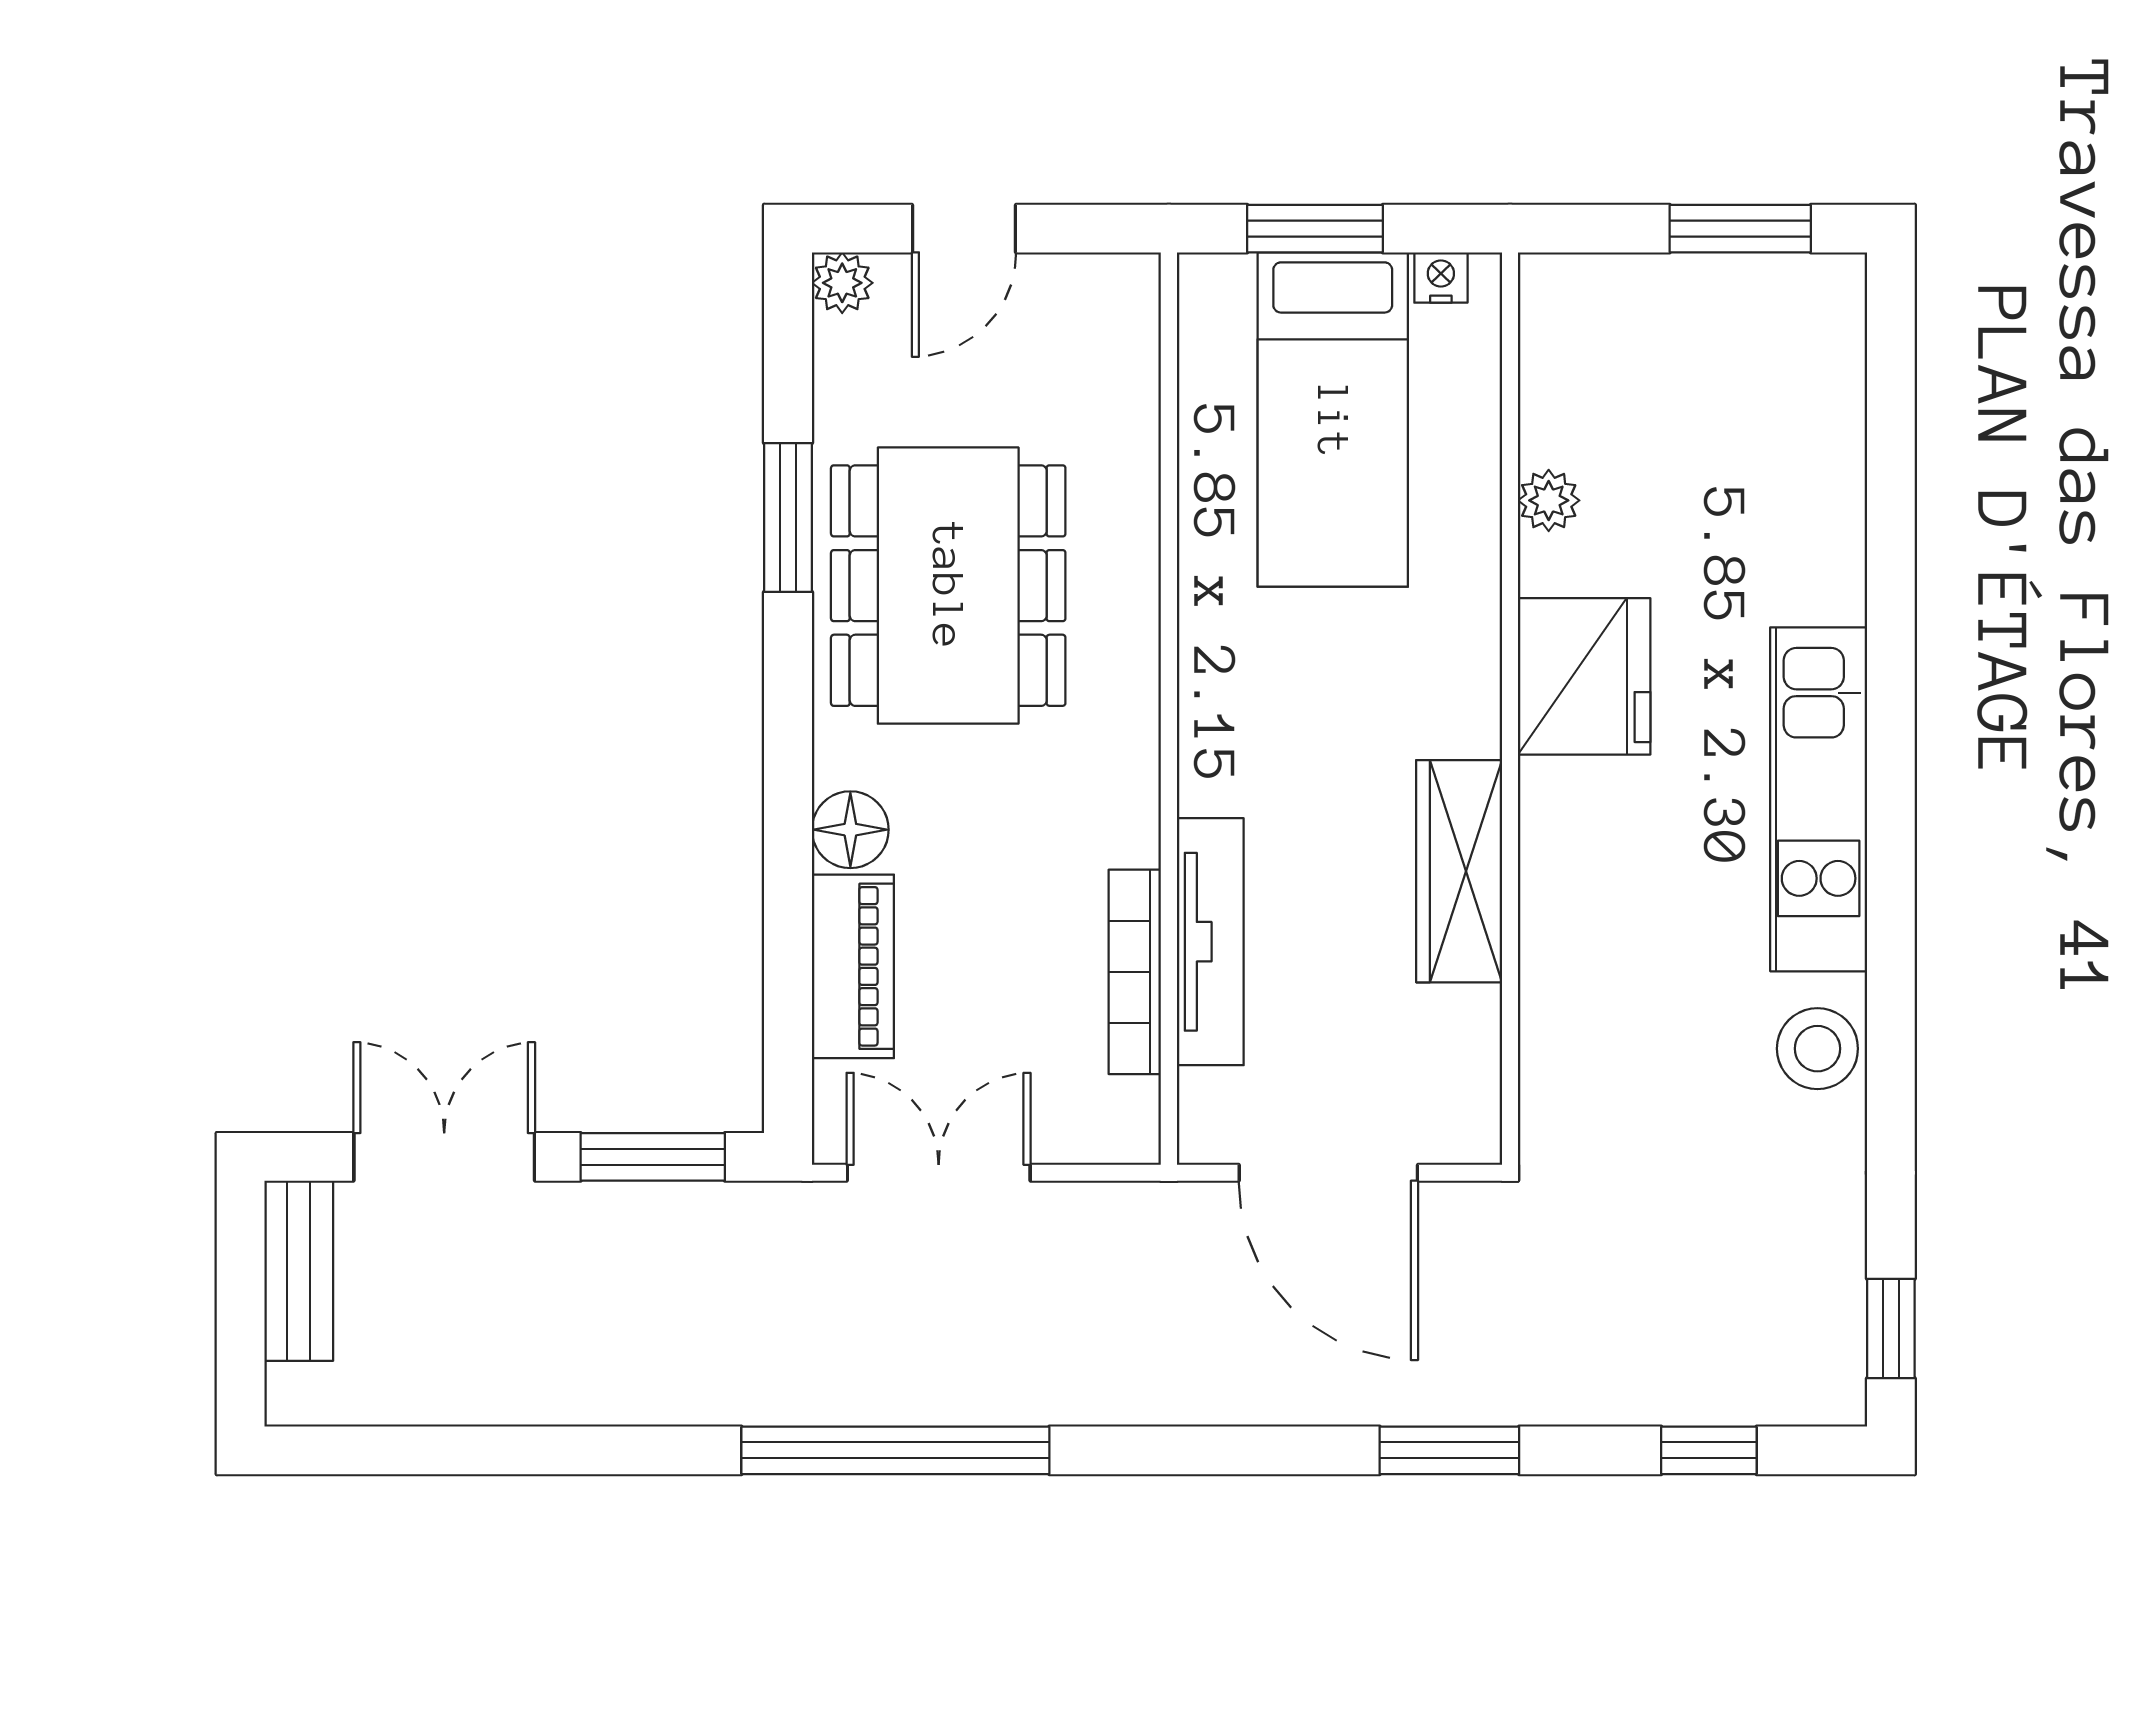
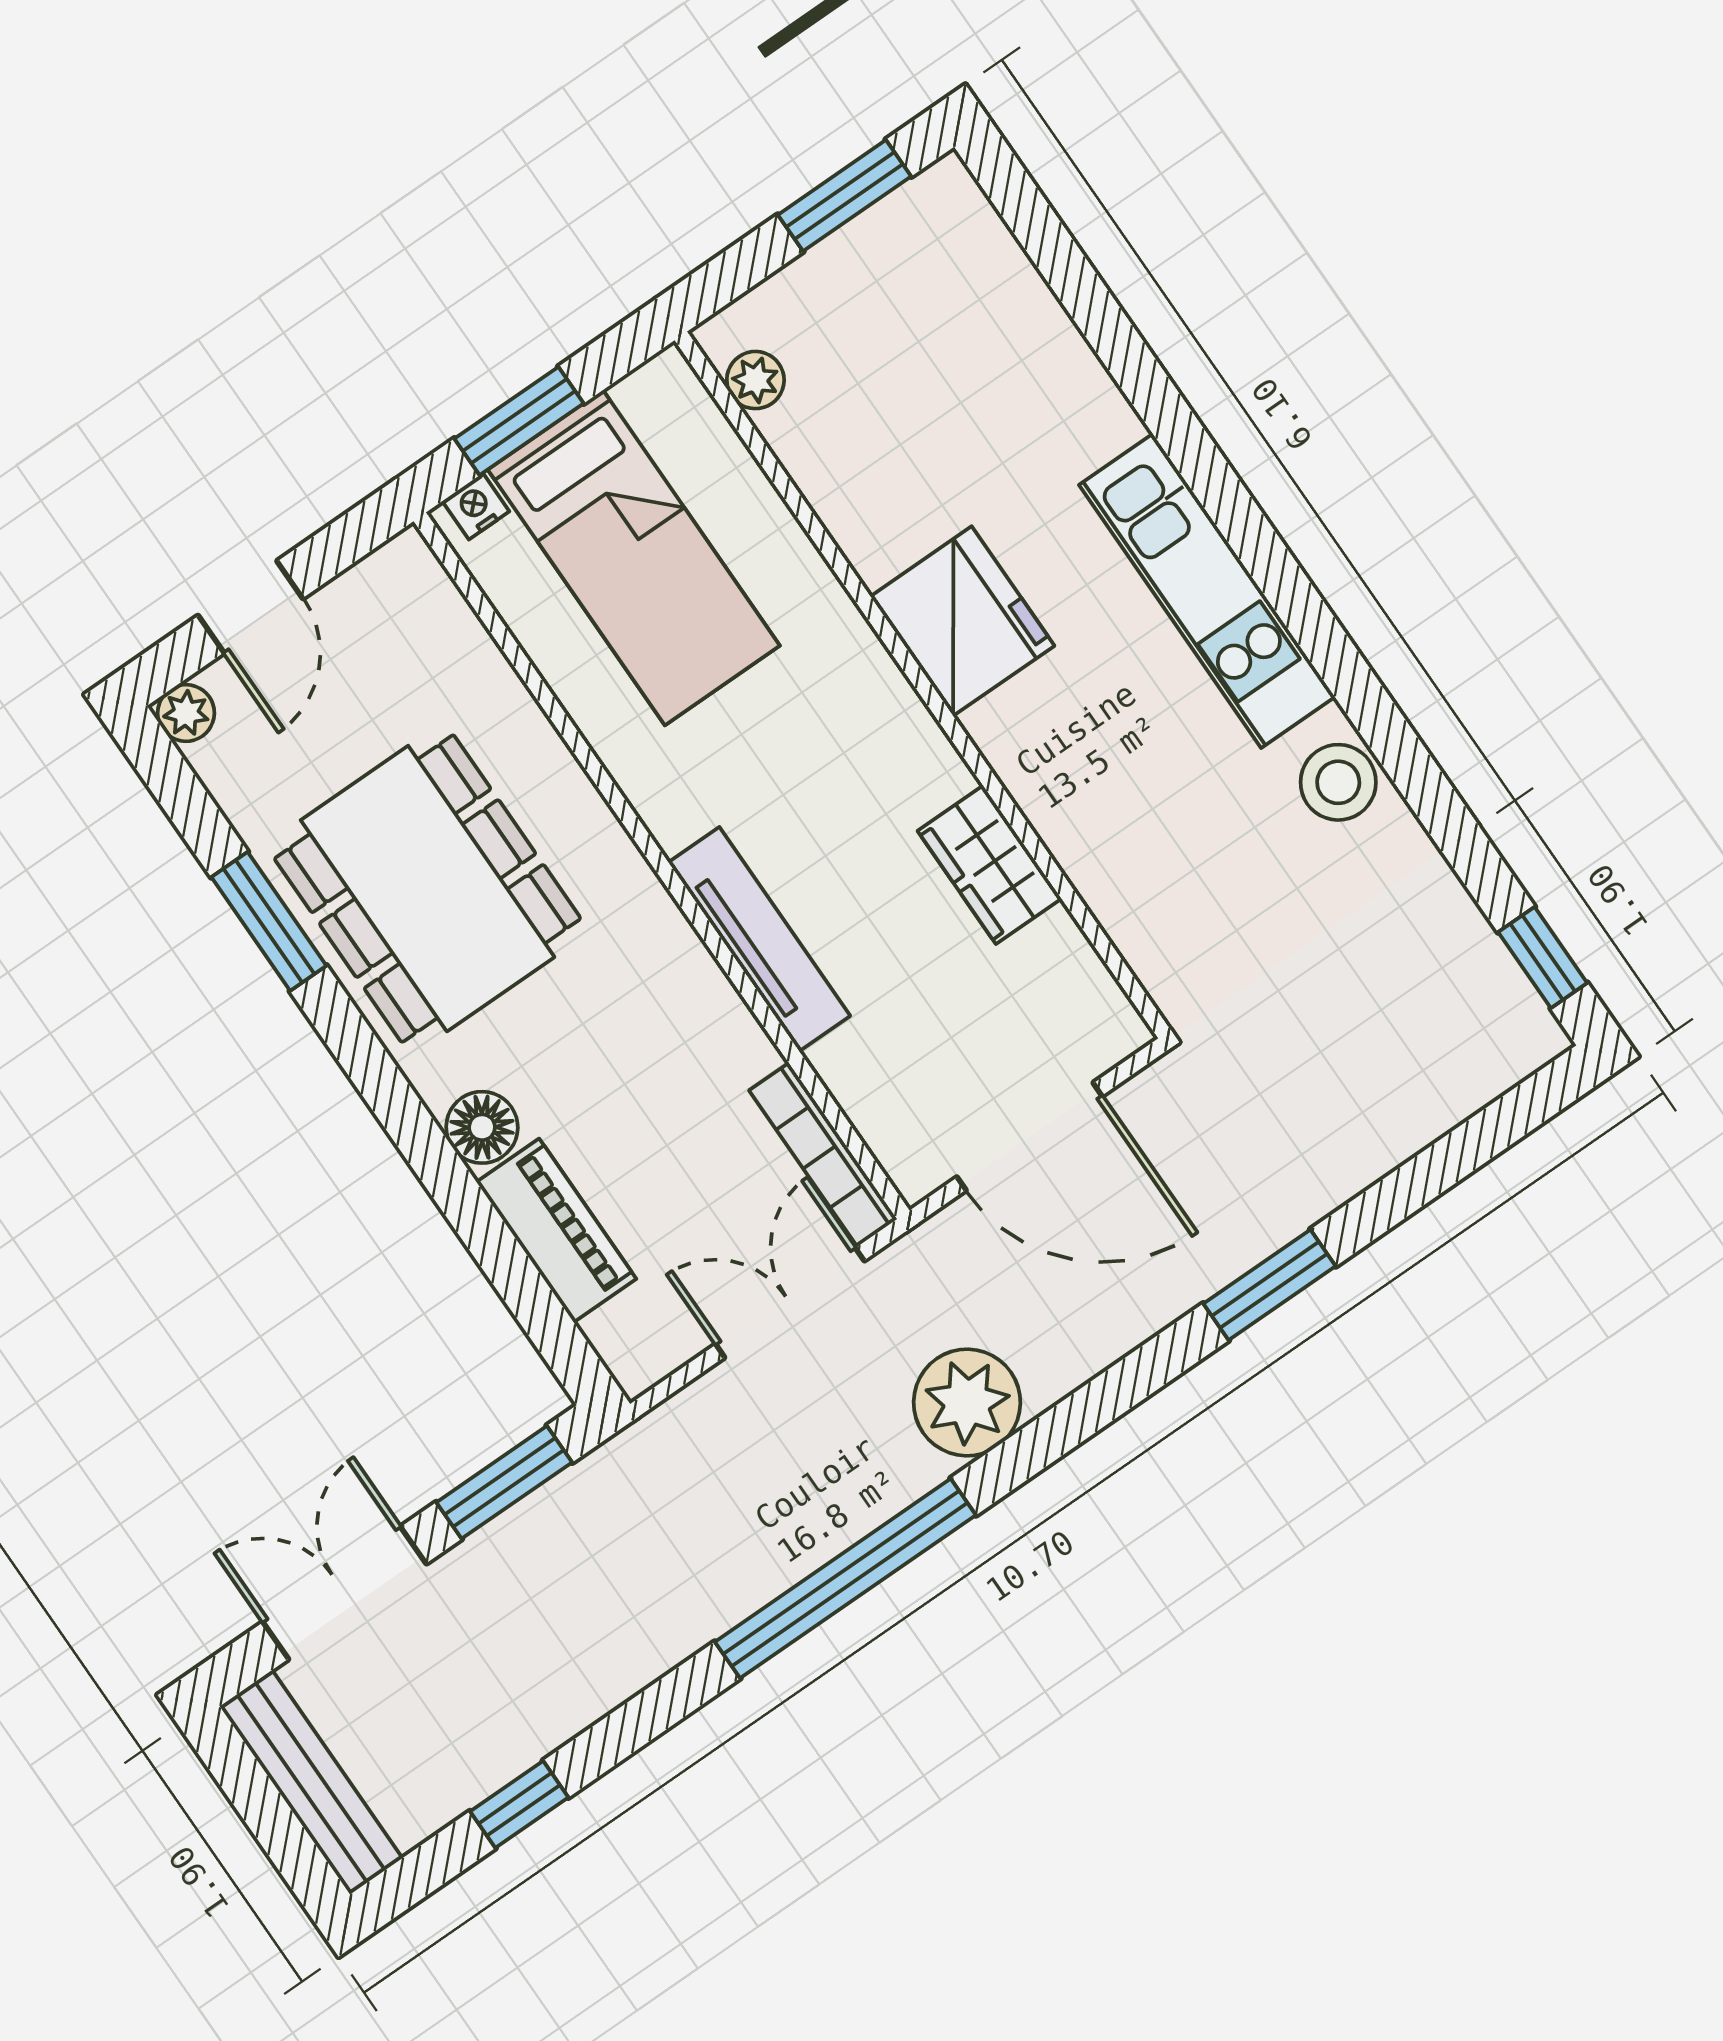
nightstand: (1441, 278) -> (476, 506), moved
plant: (1549, 500) -> (755, 380), moved
wardrobe: (1459, 871) -> (990, 865), width x0.67
tv unit: (1210, 942) -> (759, 939), moved
bookcase: (1135, 972) -> (823, 1155), moved
double door: (939, 1173) -> (790, 1302), moved
bench: (299, 1271) -> (311, 1782), width x1.36
plant: (1110, 1369) -> (967, 1402), added
window: (1709, 1450) -> (519, 1804), moved

